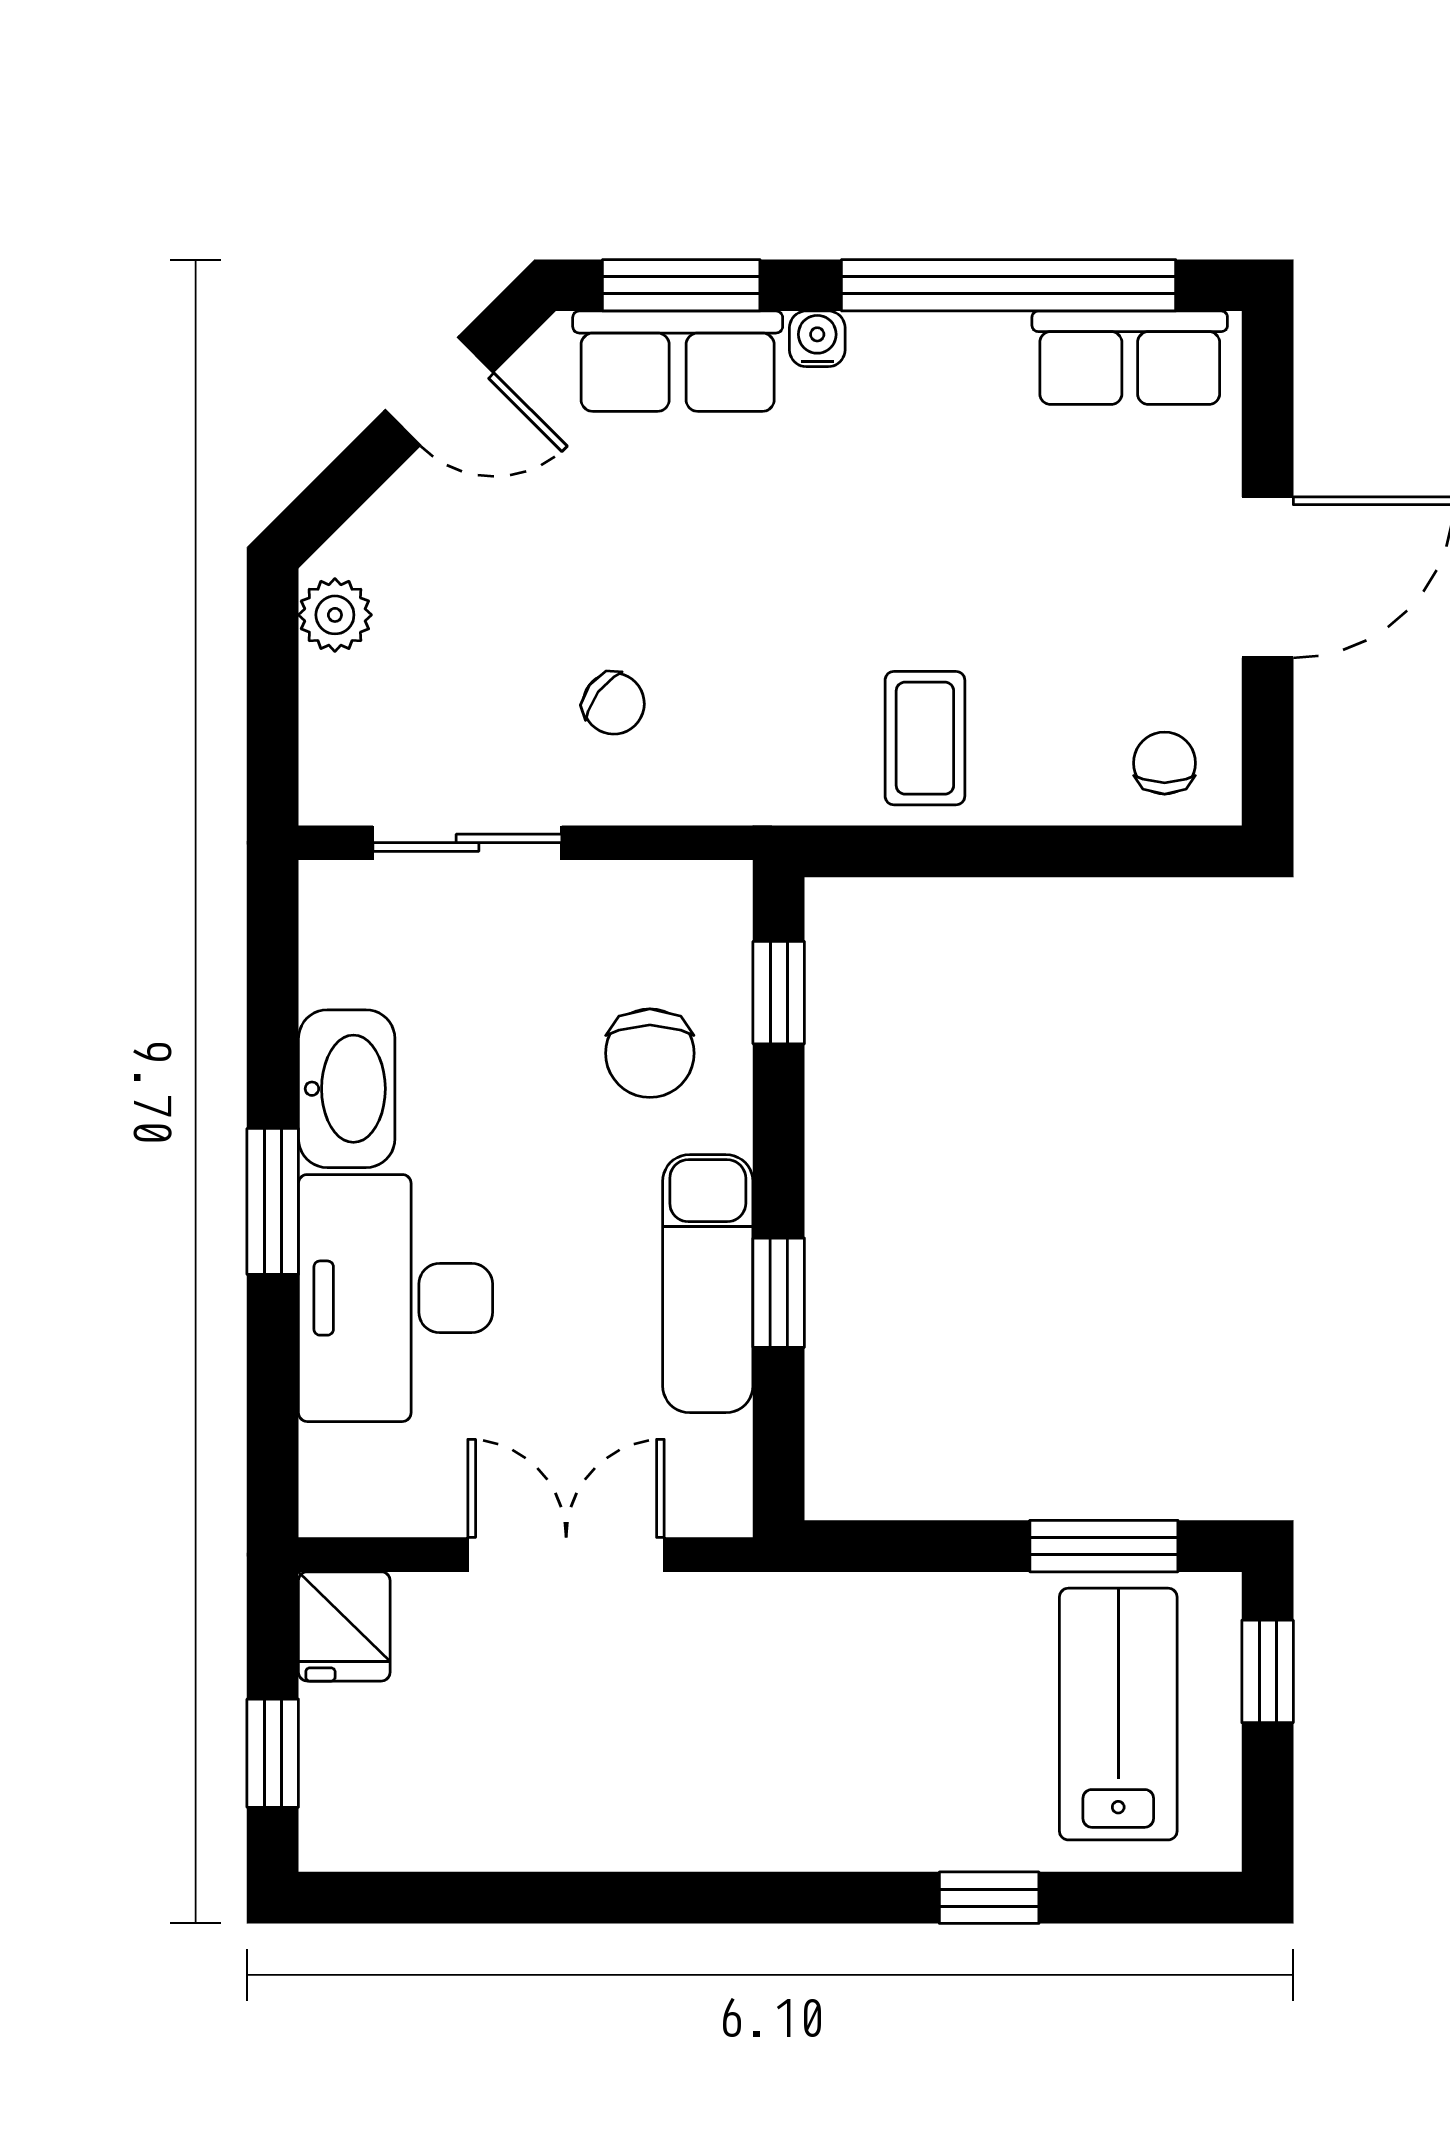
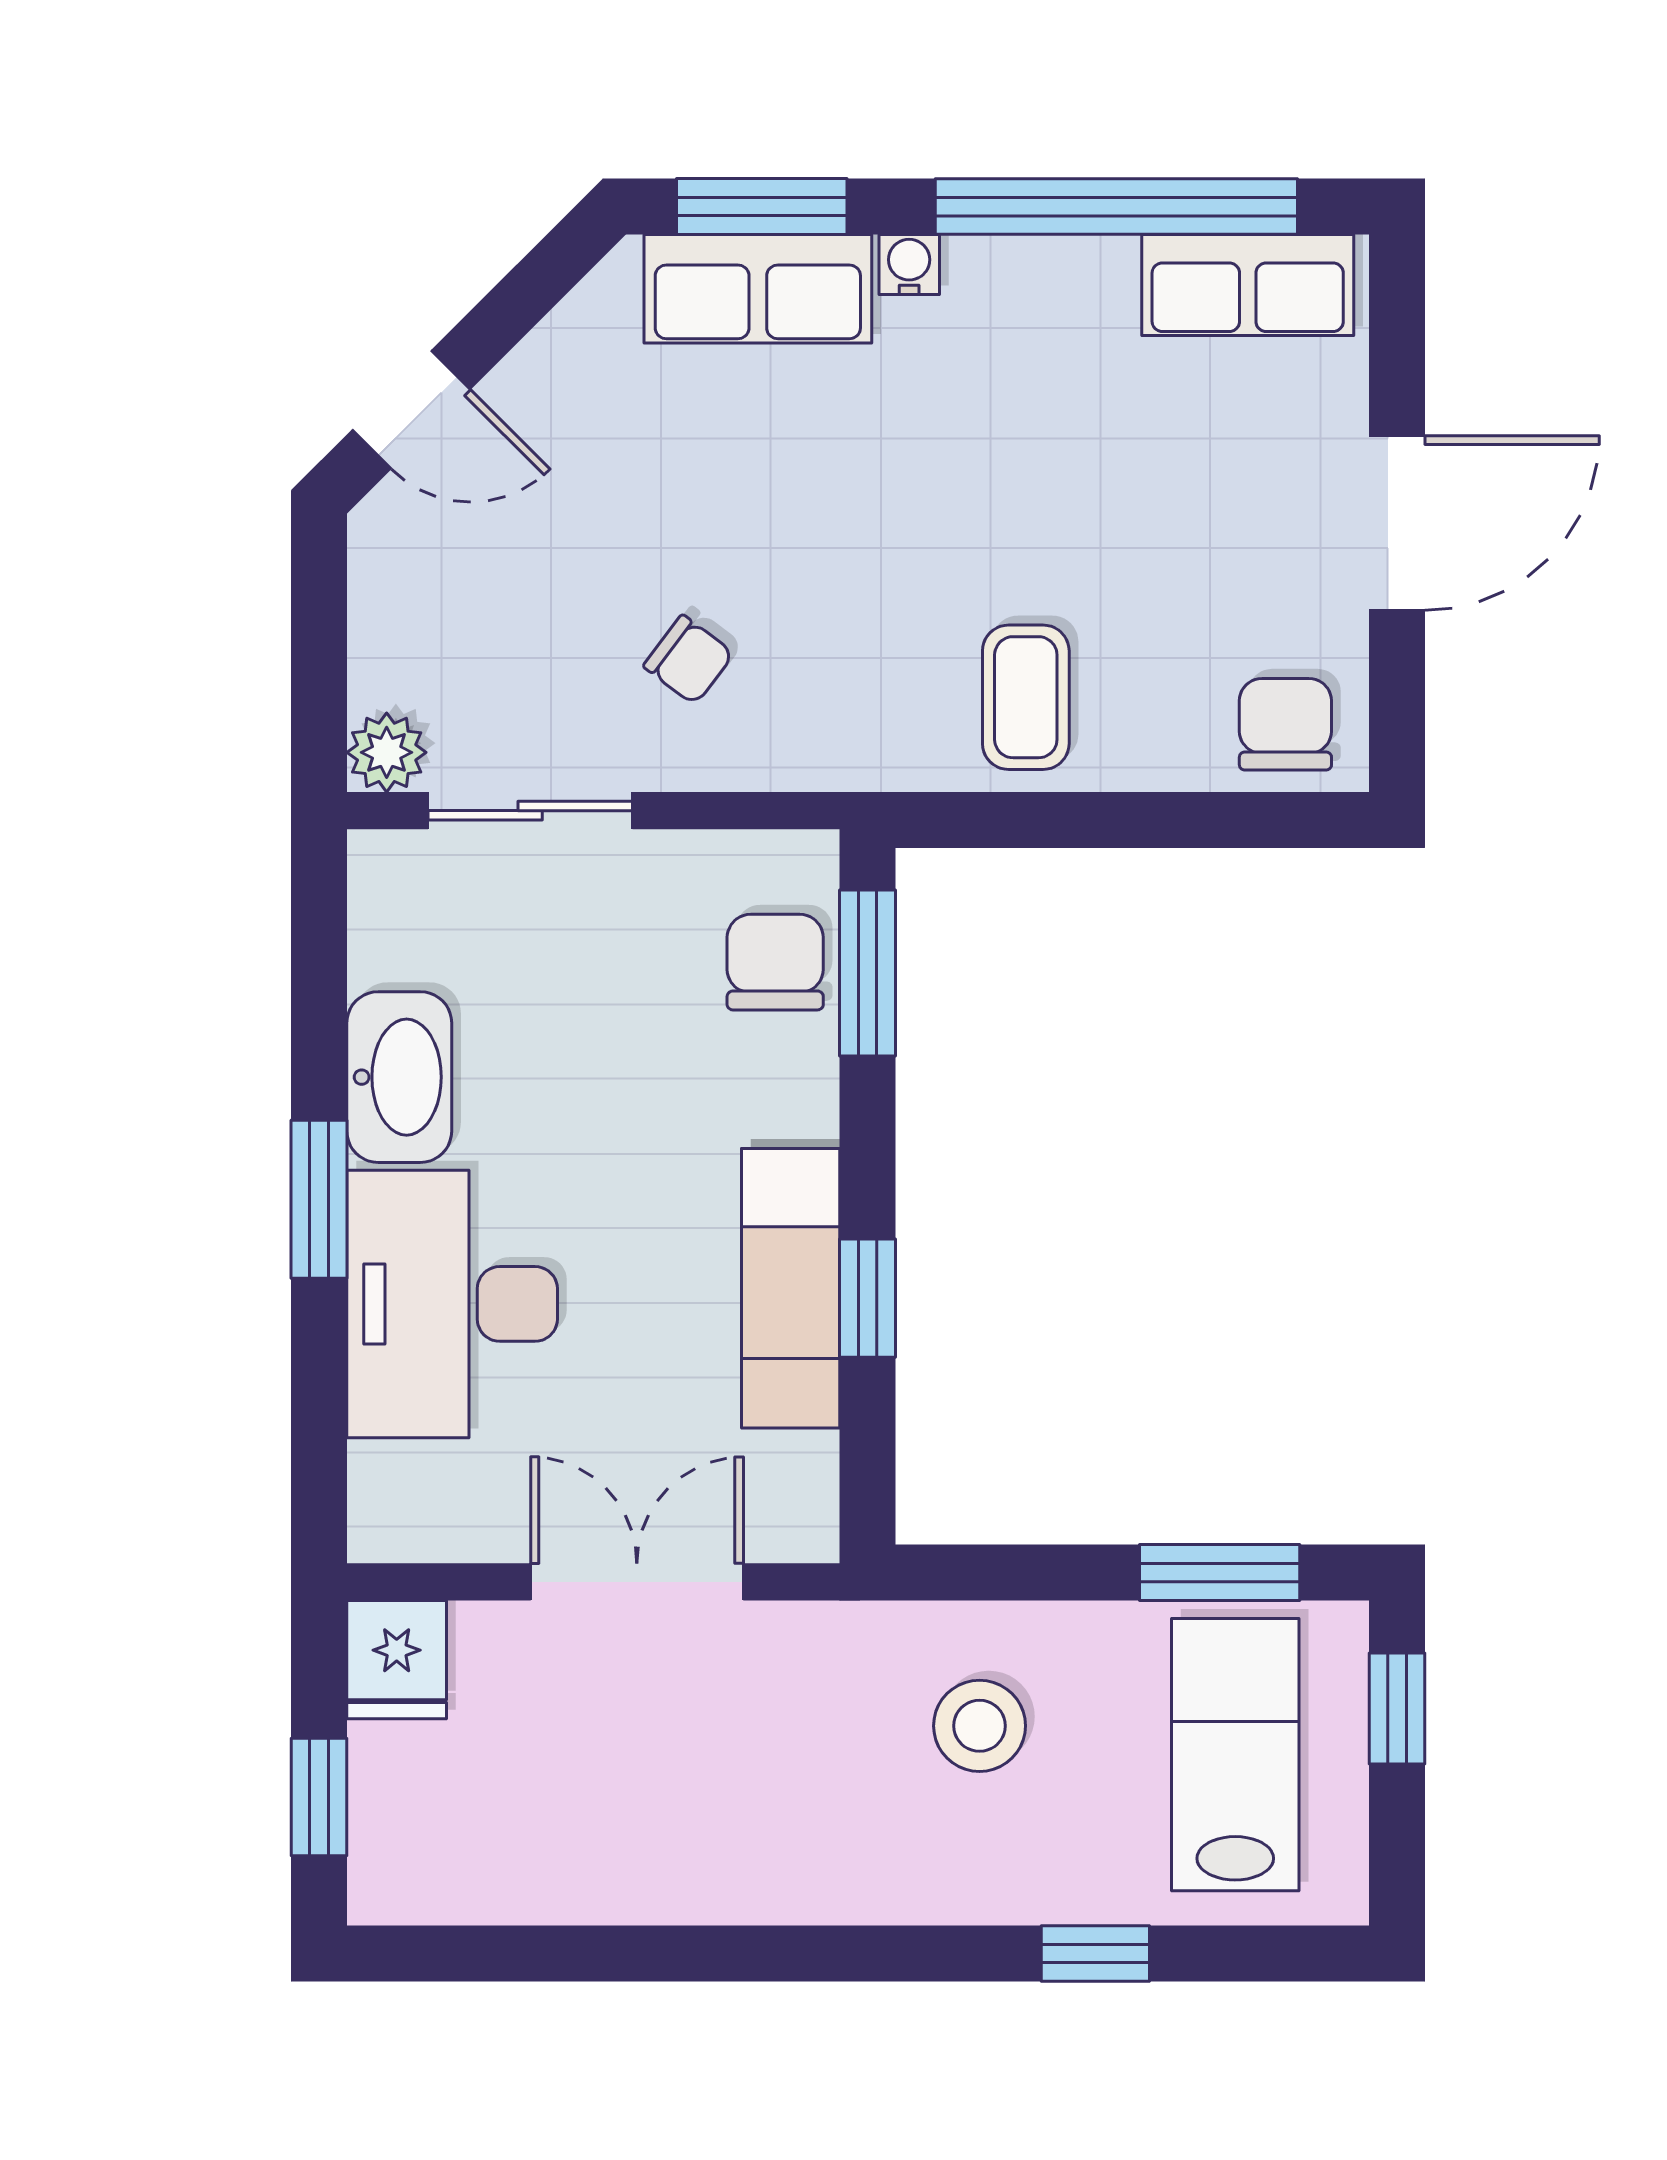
door: (439, 391) -> (411, 410), moved
plant: (335, 615) -> (387, 752), moved
chair: (1165, 763) -> (1285, 724), width x1.37, depth x1.37
window: (779, 993) -> (867, 973), width x1.50
chair: (650, 1053) -> (775, 962), moved, turned 180
stool: (882, 1687) -> (980, 1726), added

